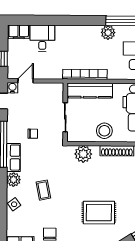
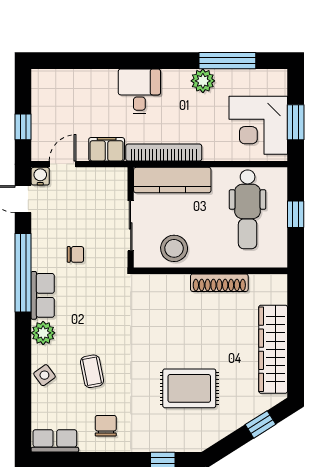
filing cabinet: (19, 32) -> (107, 149), moved, turned 180
desk: (42, 38) -> (139, 91), moved
stool: (104, 131) -> (174, 248), moved
plant: (83, 154) -> (162, 288), removed
coffee table: (43, 190) -> (92, 371), moved

